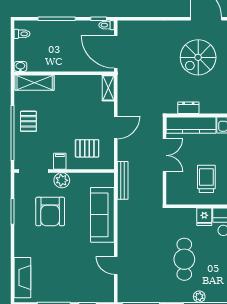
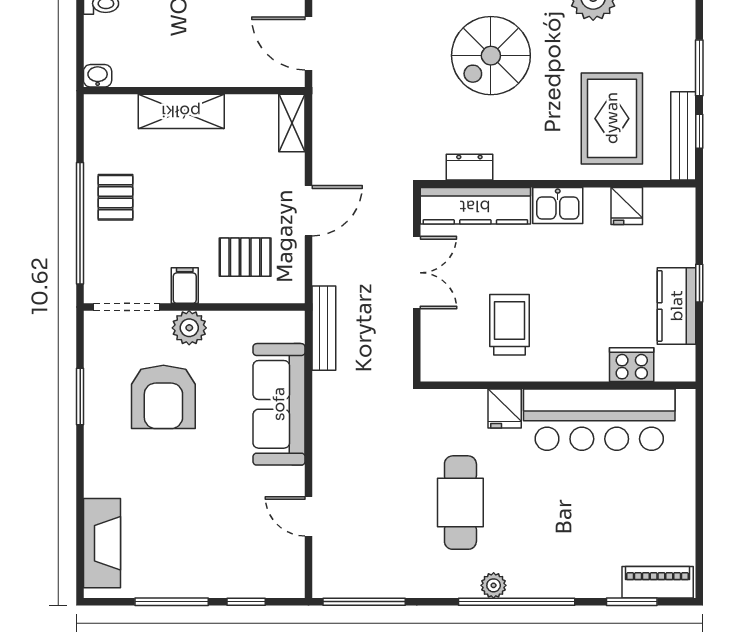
door: (116, 52) -> (309, 43), width x0.73
shelving: (35, 83) -> (181, 111), moved

